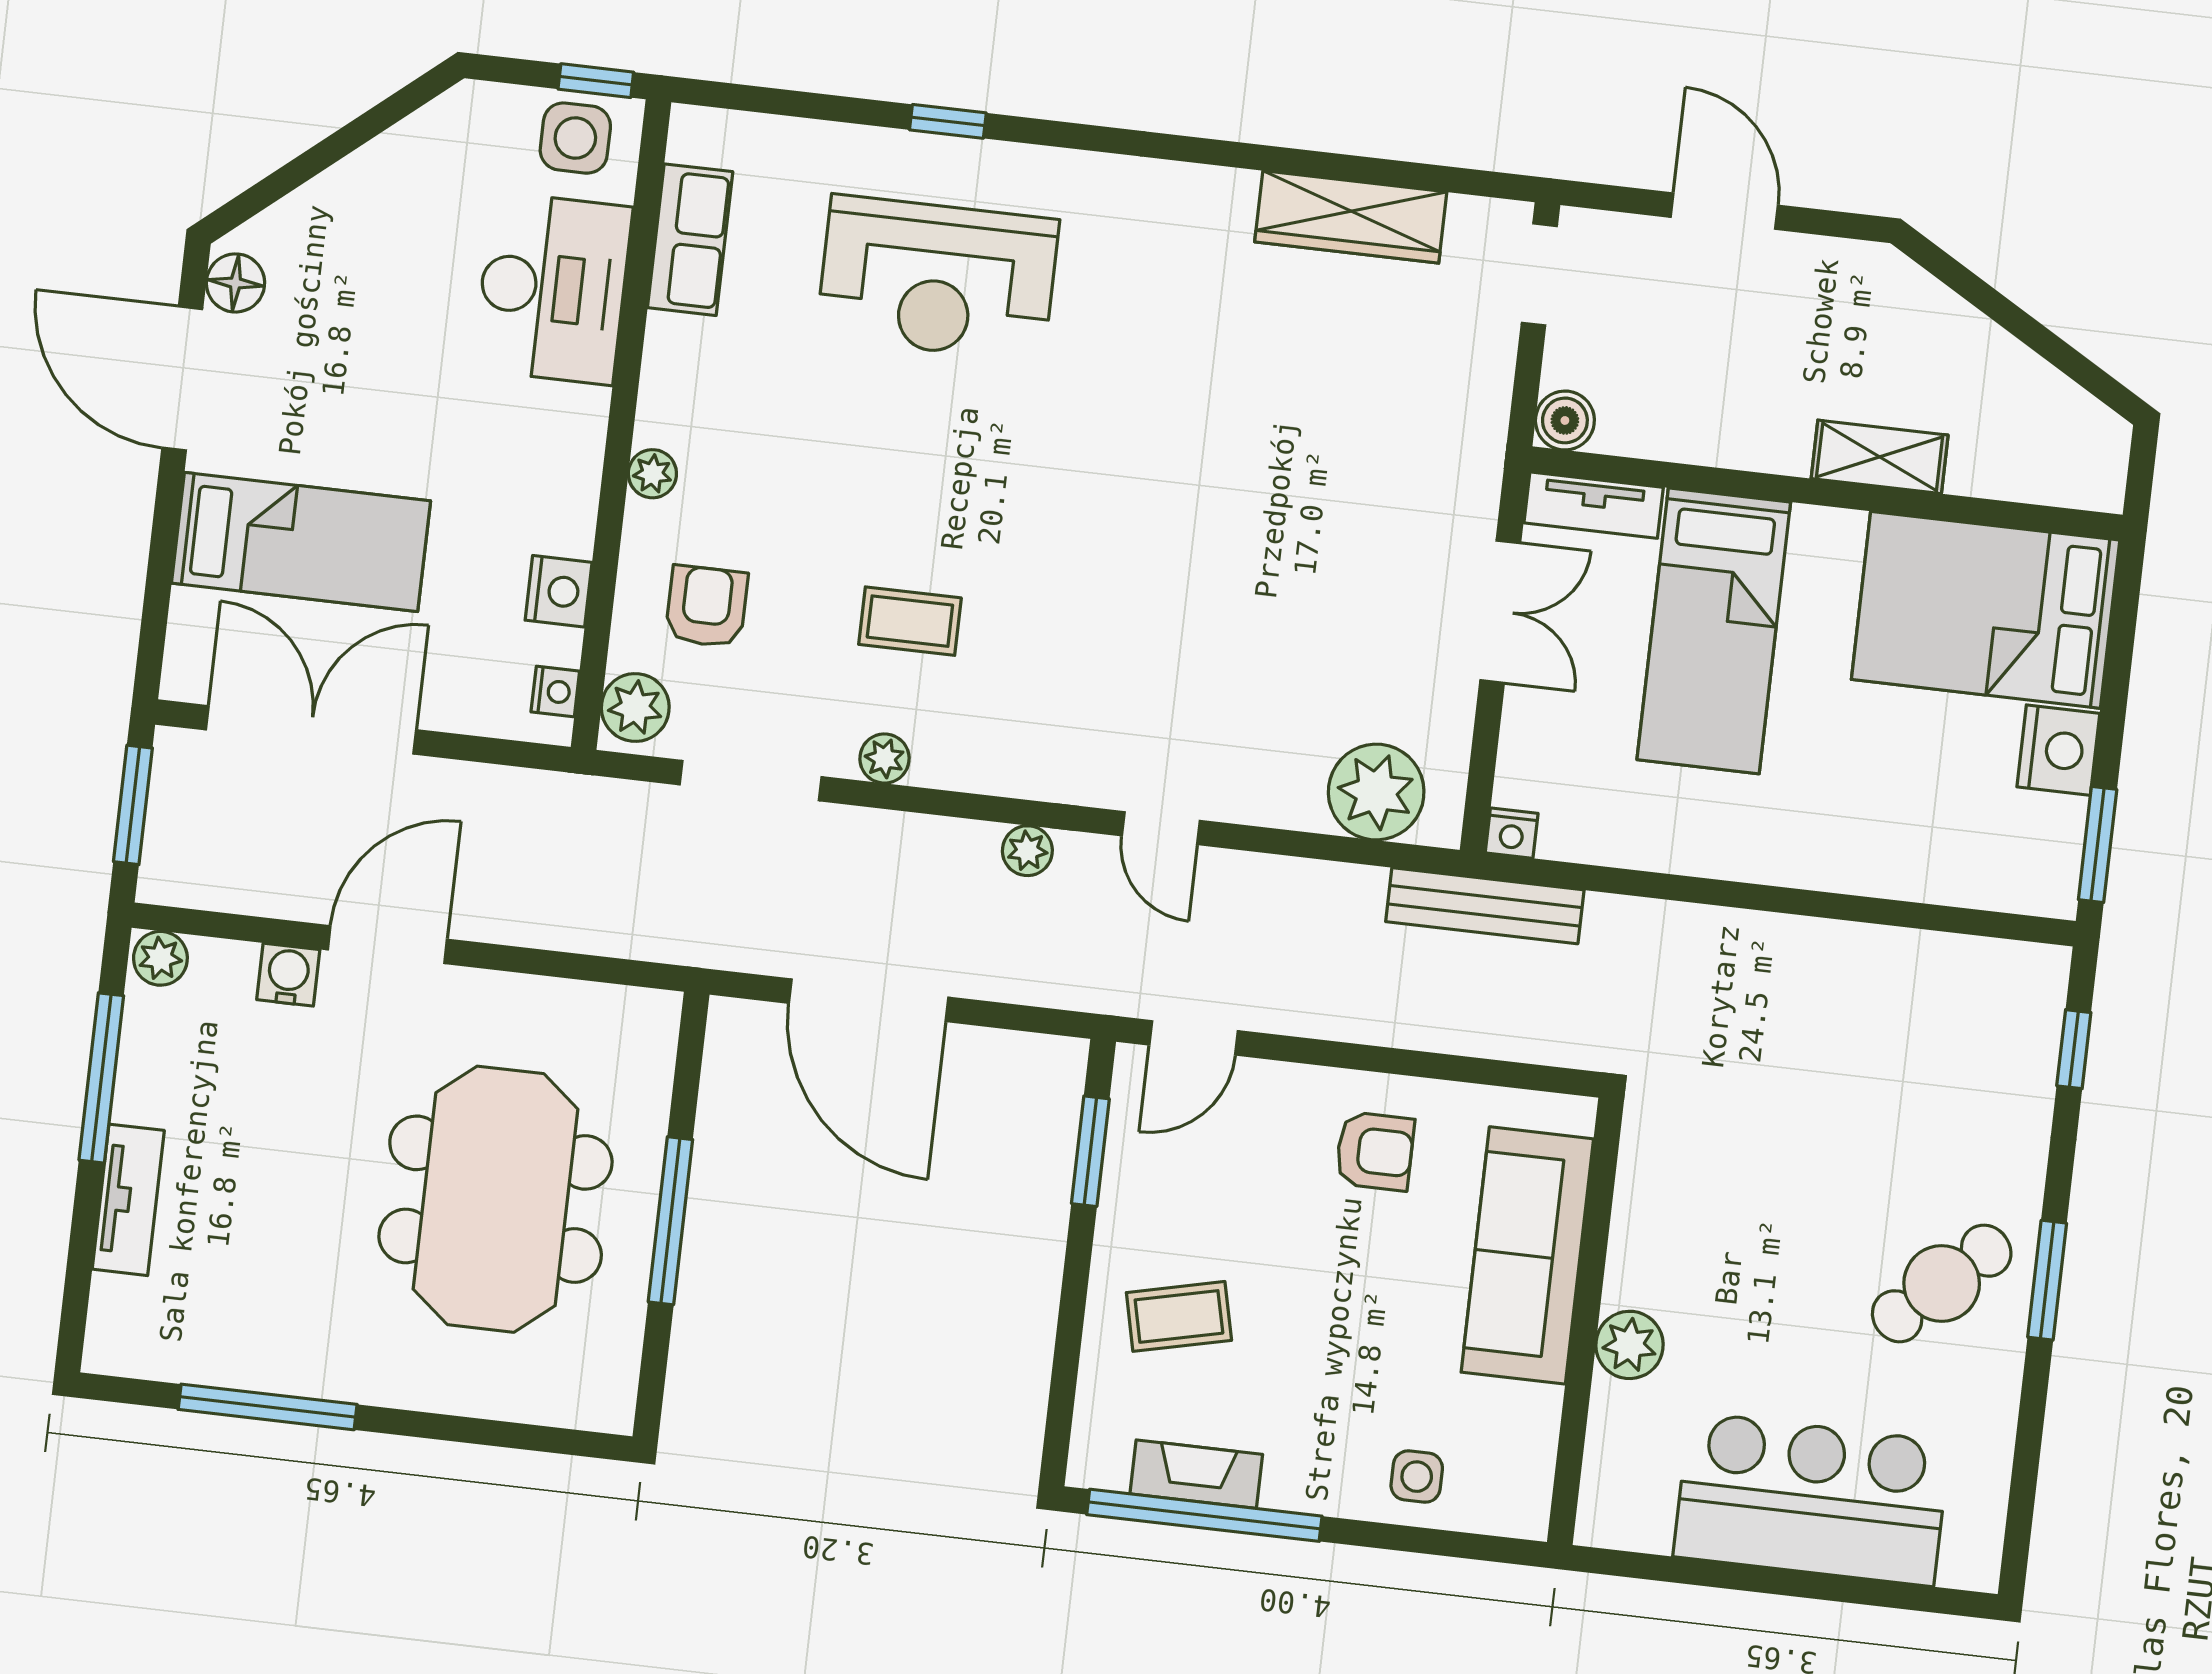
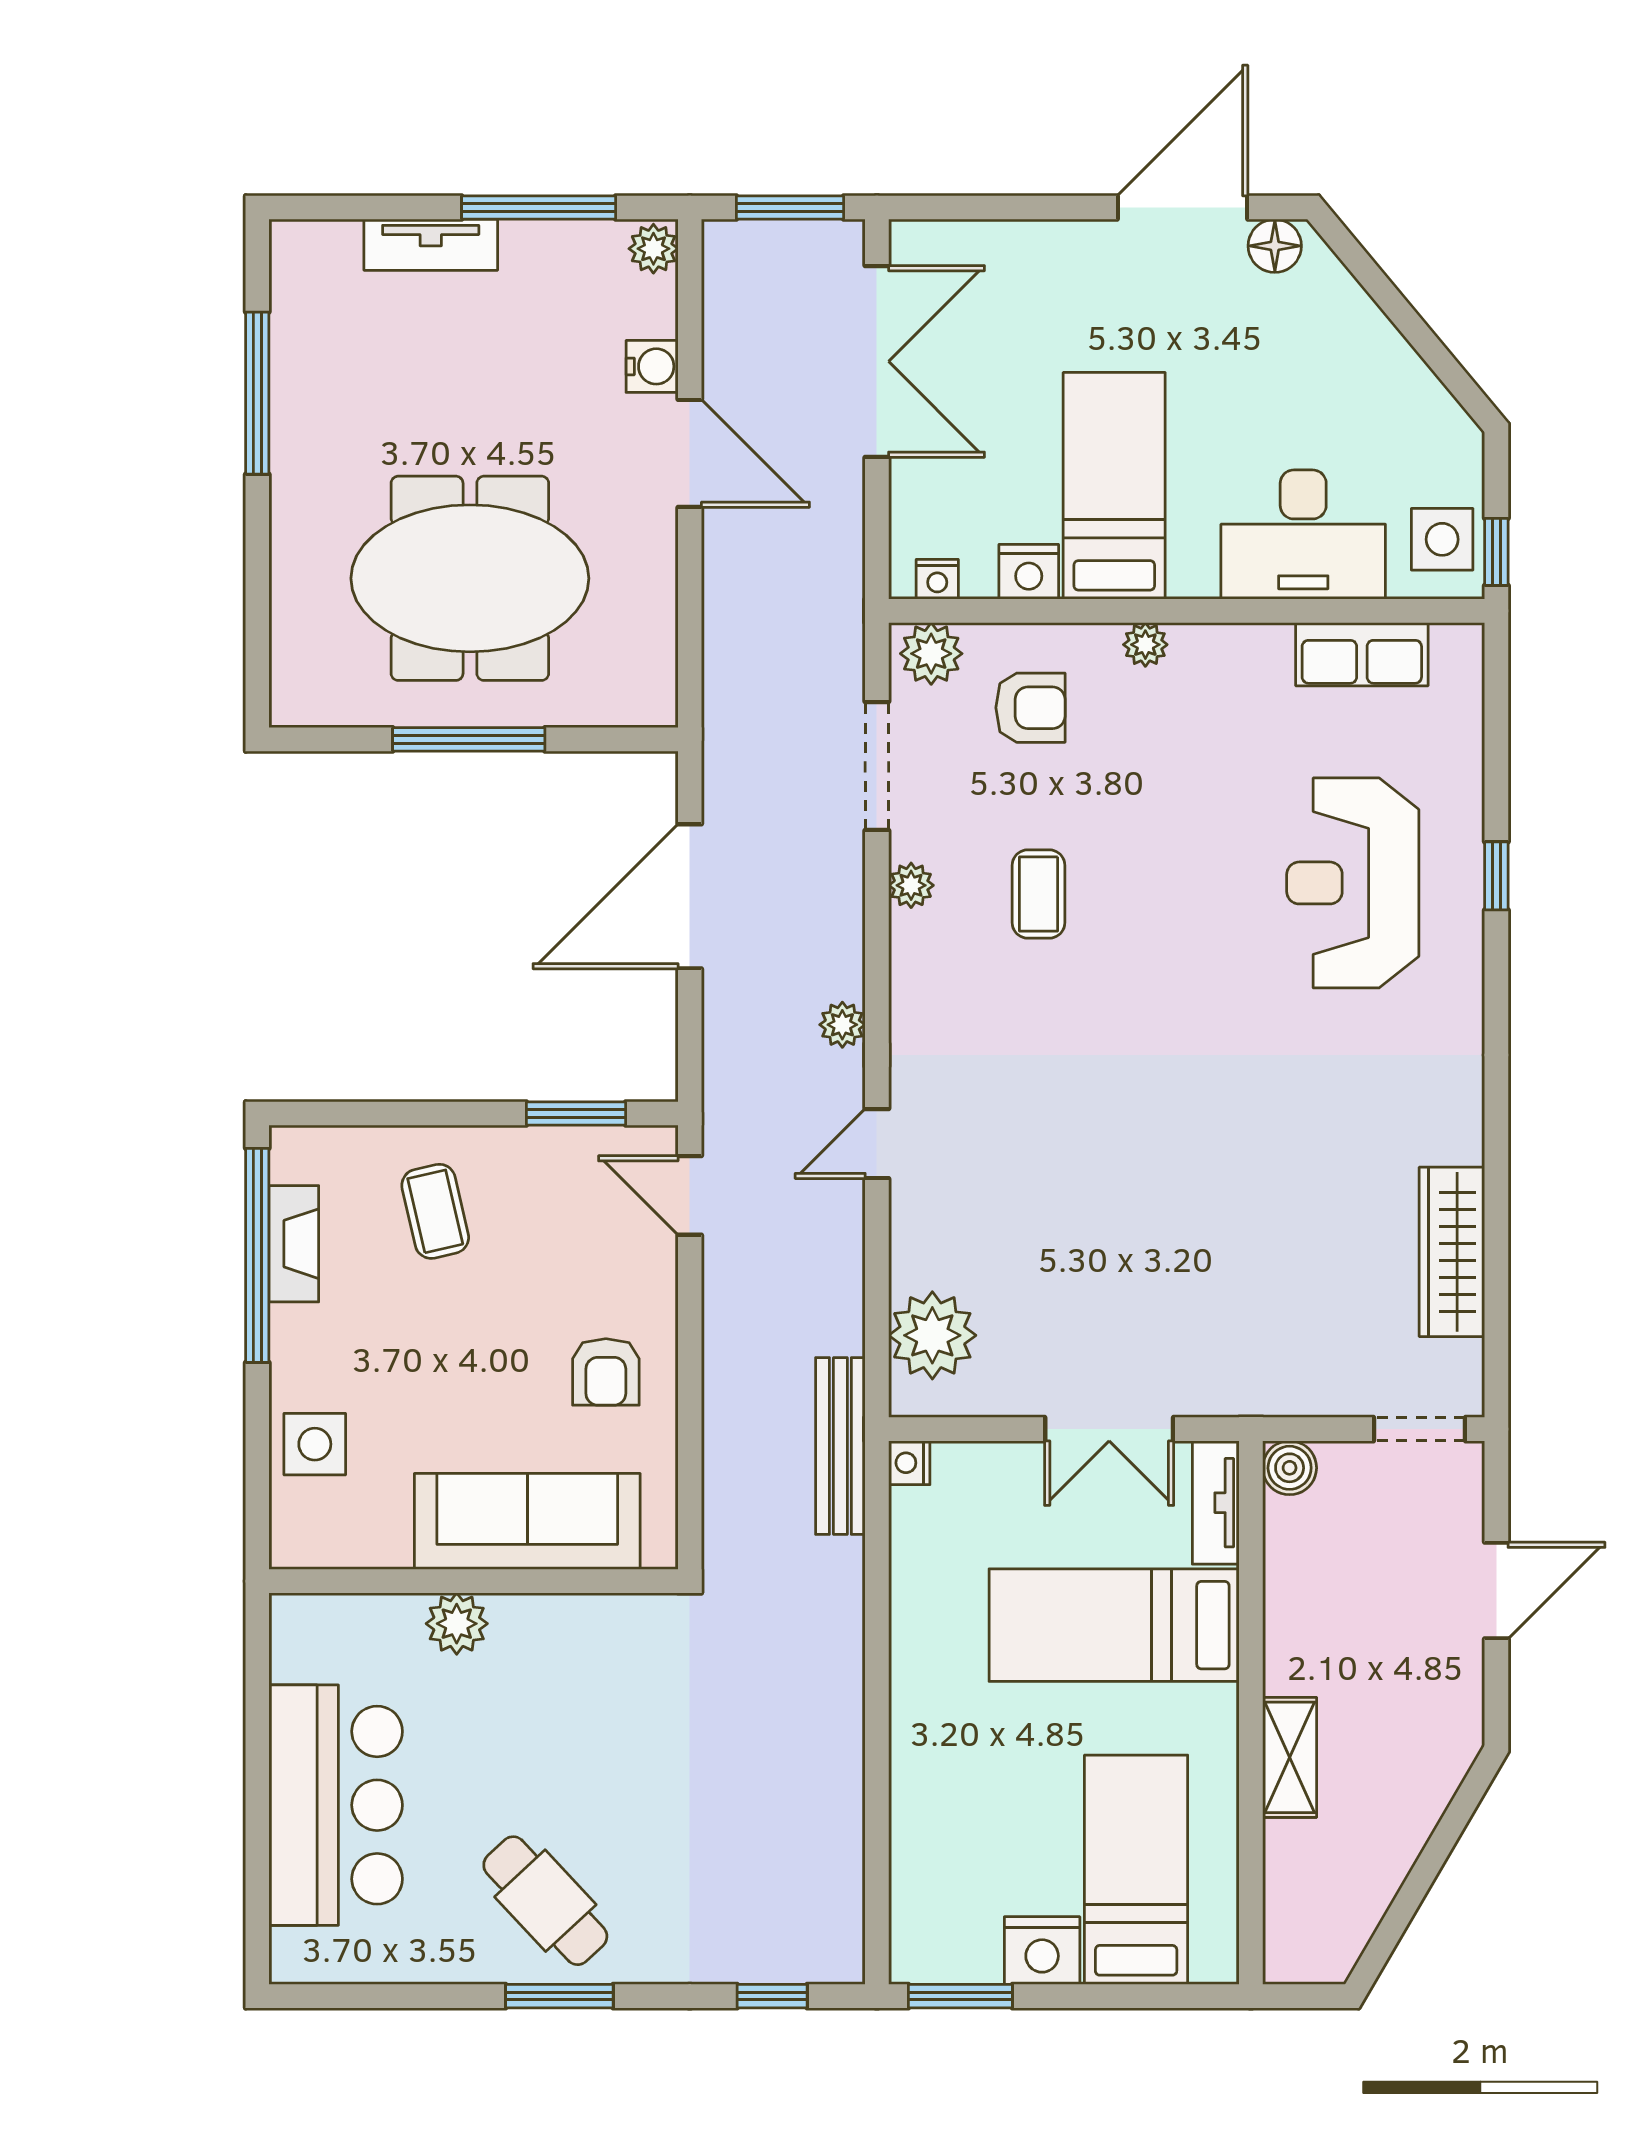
bed: (301, 542) -> (1114, 486), moved, turned 180
bed: (1986, 610) -> (1136, 1870), width x0.67
side table: (1417, 1477) -> (315, 1444), width x1.37, depth x1.37

